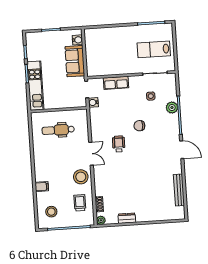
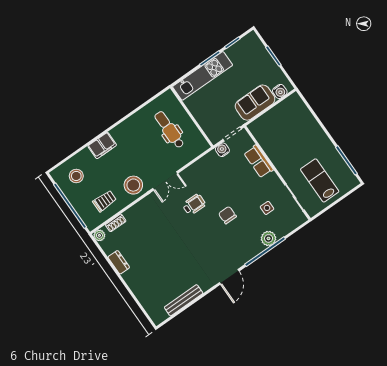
filing cabinet: (42, 187) -> (102, 146), width x2.00

